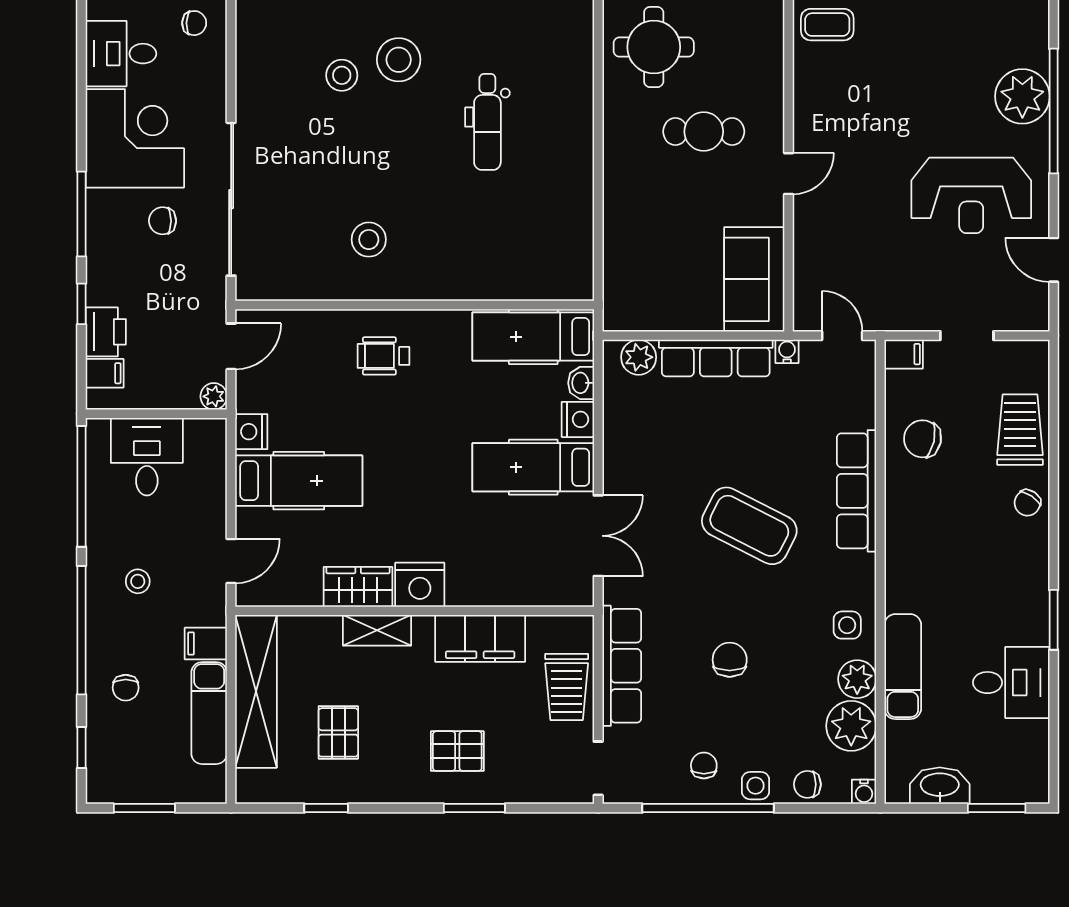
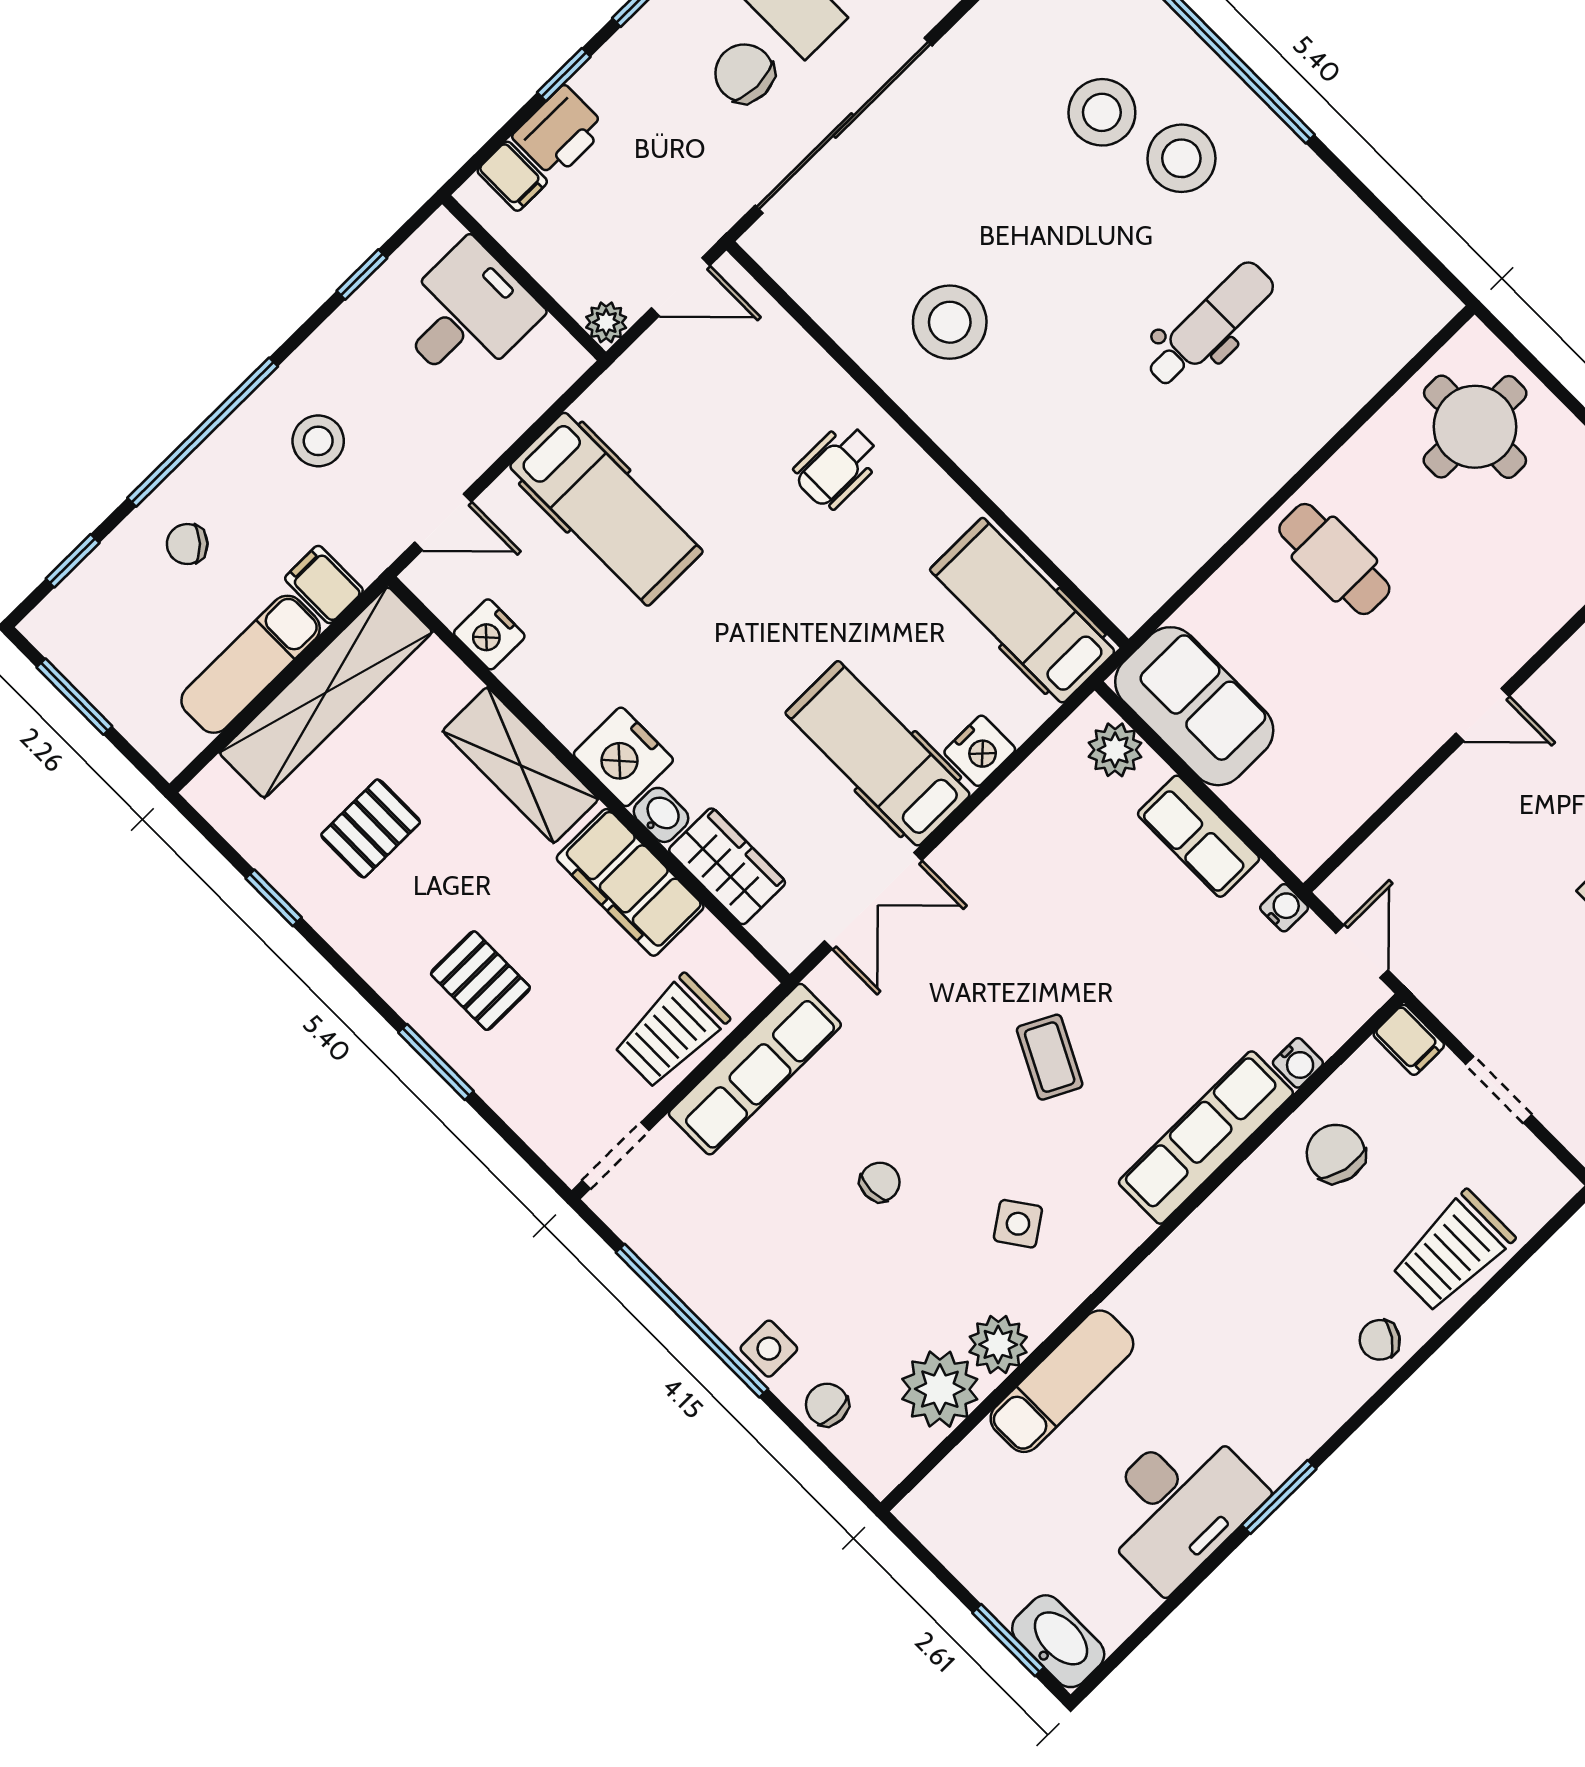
stool: (342, 75) -> (1102, 112), width x1.38, depth x1.38
dental chair: (487, 122) -> (1210, 325), turned 180
cafe table: (704, 132) -> (1334, 559), moved
chair: (162, 221) -> (744, 73), width x1.37, depth x1.37
stool: (369, 240) -> (950, 322), width x1.38, depth x1.38
sofa: (754, 279) -> (1194, 706), moved, turned 90
wheelchair: (384, 356) -> (837, 466), turned -90
row of seats: (716, 358) -> (1199, 836), width x0.68
washbasin: (581, 383) -> (661, 815), moved, turned 90
trolley: (1020, 430) -> (1453, 1251), turned 180
nightstand: (251, 432) -> (489, 634), moved, turned -90
window: (82, 486) -> (362, 275), width x0.32
coffee table: (749, 526) -> (1050, 1057), width x0.54, depth x0.58
stool: (138, 581) -> (318, 441), width x1.37, depth x1.37
wardrobe: (358, 587) -> (727, 866), moved
side table: (847, 625) -> (1018, 1224), moved, turned -35
shelving: (377, 630) -> (520, 765), width x1.50, depth x1.33
chair: (730, 660) -> (880, 1182), width x0.73, depth x0.73
desk: (1011, 683) -> (1178, 1504), width x1.37
chair: (126, 688) -> (187, 544), turned 43
chair: (704, 765) -> (734, 1269), removed
washbasin: (940, 786) -> (1058, 1641), moved
water cooler: (864, 792) -> (1298, 1063), moved, turned -90

